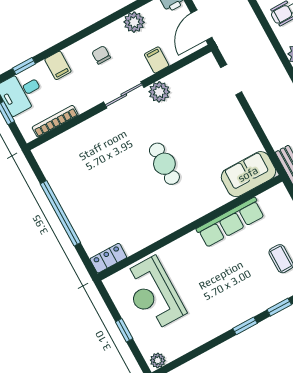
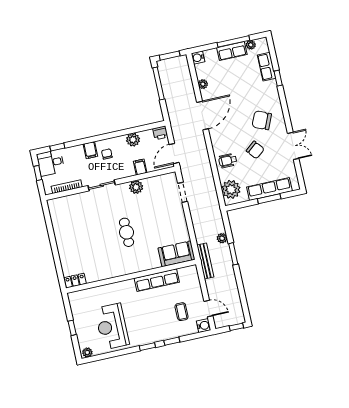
filing cabinet: (58, 65) -> (90, 150), moved
sliding door: (124, 95) -> (102, 185), moved
window: (60, 213) -> (54, 244), removed
reception desk: (153, 294) -> (112, 326), moved

